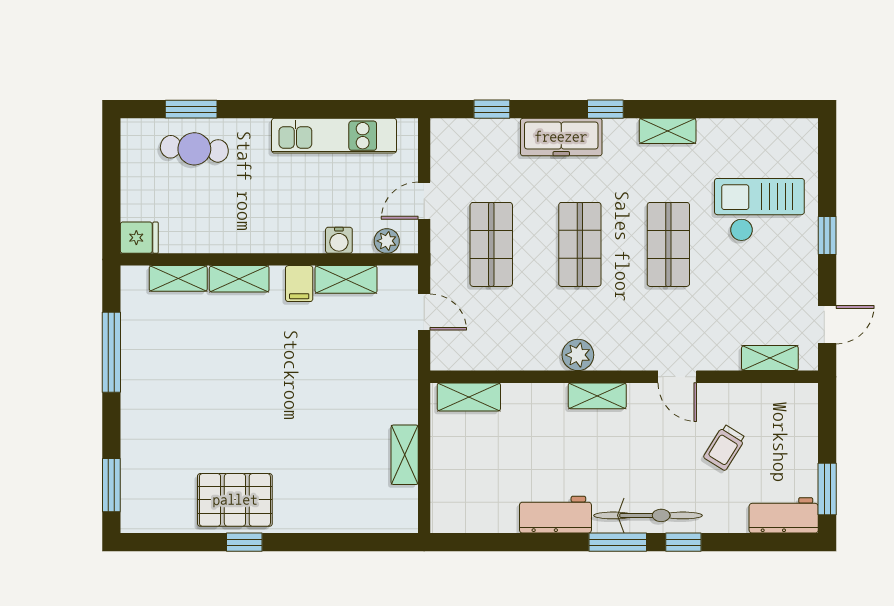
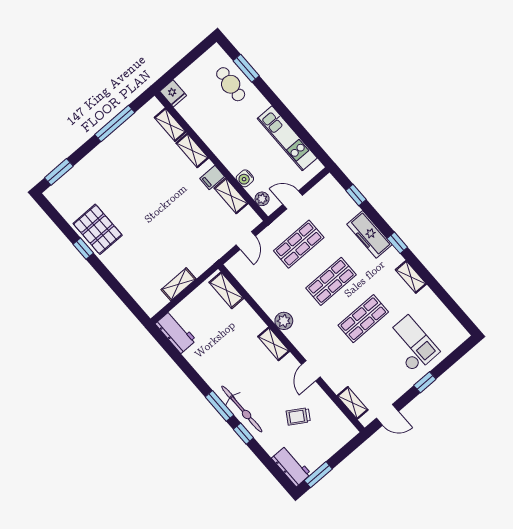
workbench: (555, 515) -> (176, 332), moved

